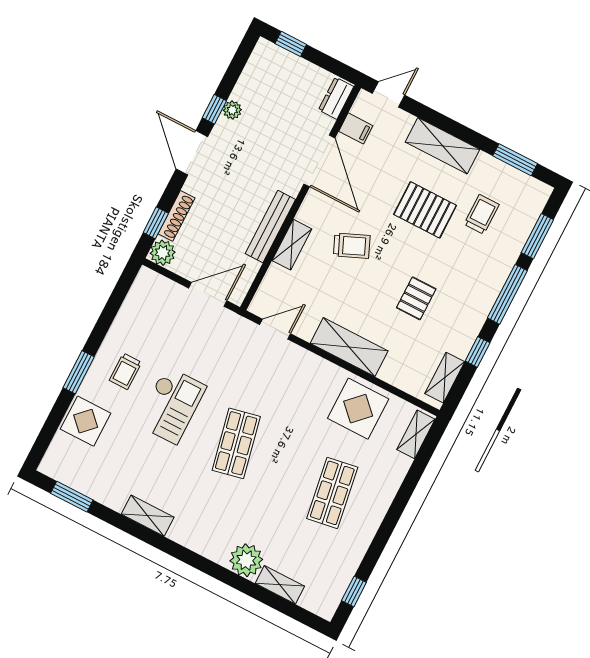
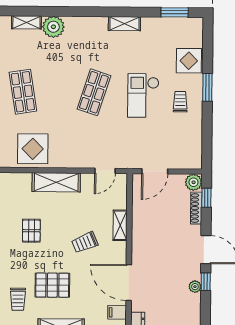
bench: (270, 227) -> (138, 230), removed
shop shelf: (236, 443) -> (94, 92), turned 30

